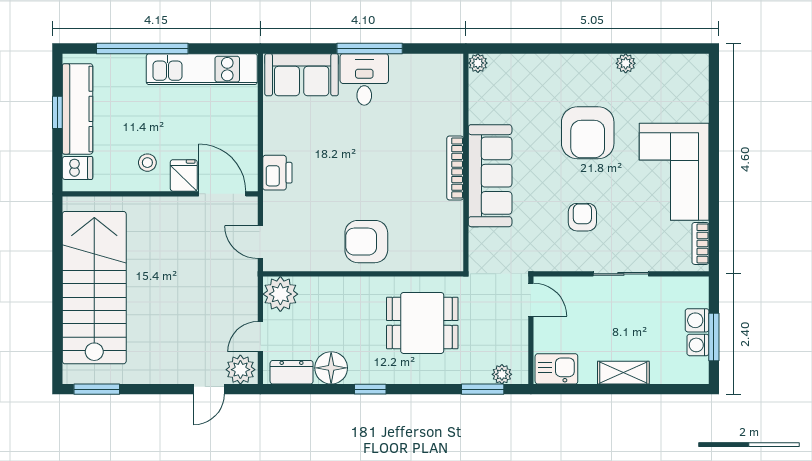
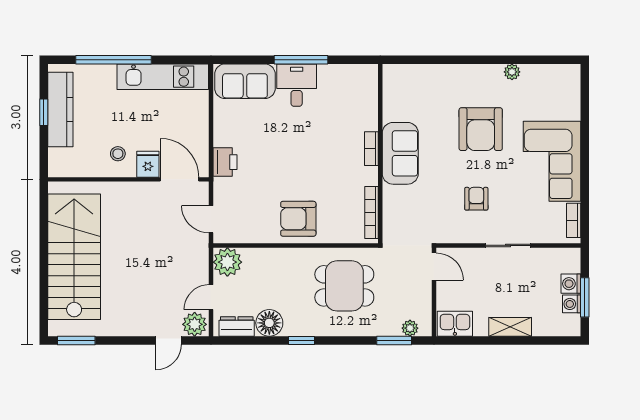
plant: (478, 63) -> (390, 72), removed
dishwasher: (78, 168) -> (60, 158), removed
bookcase: (455, 168) -> (371, 149), width x0.64
sofa: (490, 176) -> (400, 153), width x0.73
bookcase: (455, 234) -> (372, 212), added

